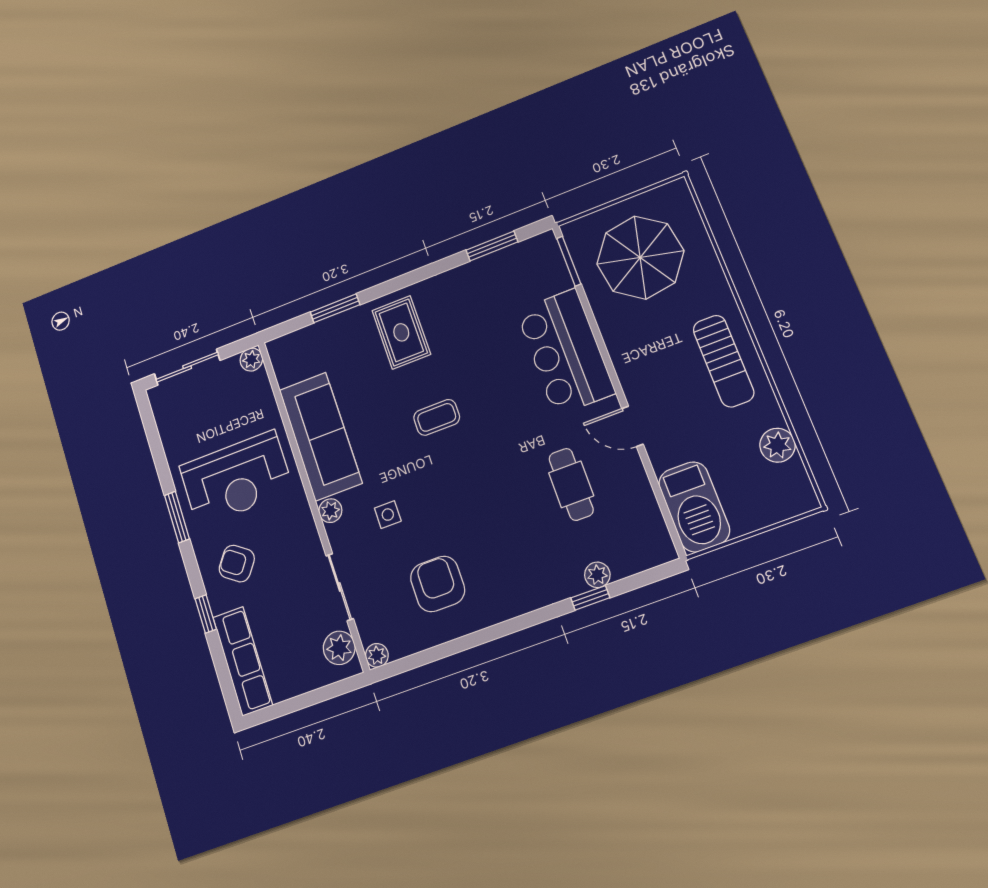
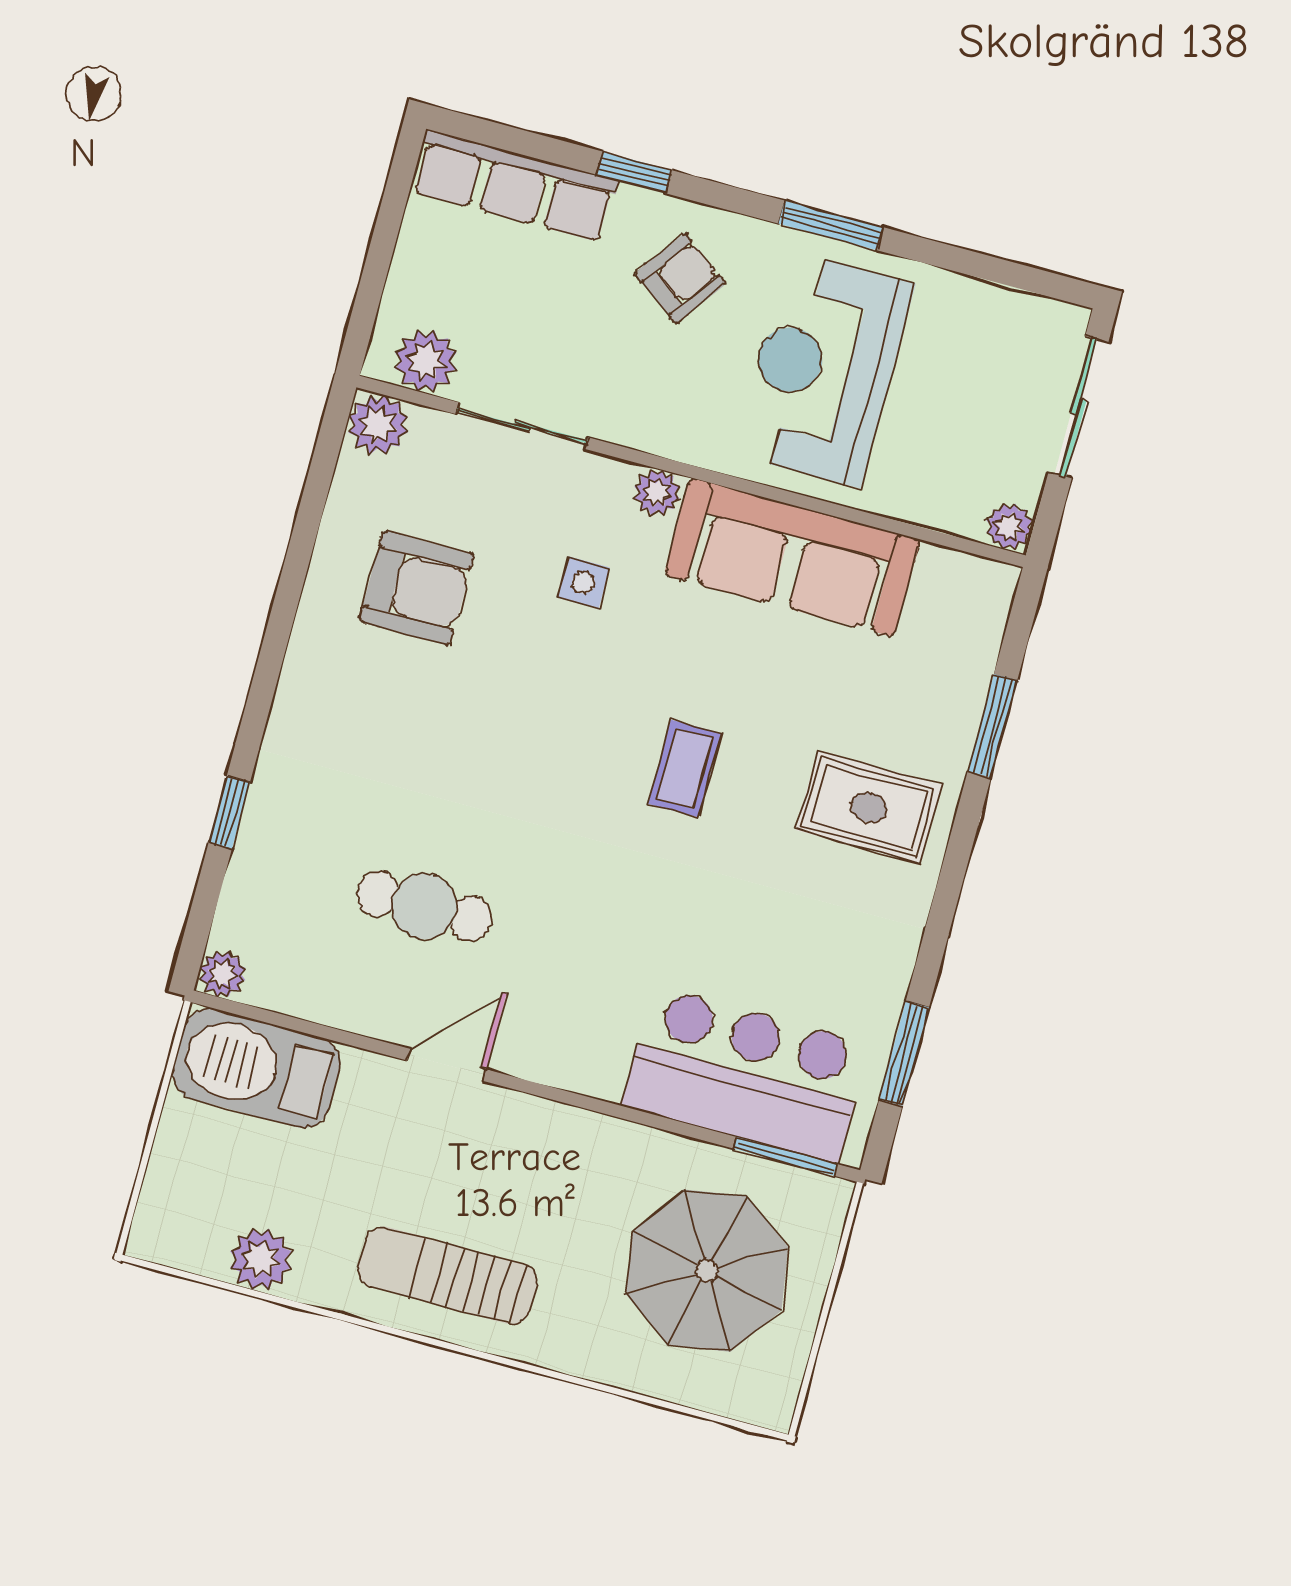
bar counter: (565, 352) -> (746, 1075), moved
plant: (597, 575) -> (223, 974), moved
plant: (377, 655) -> (378, 425), width x1.38, depth x1.38

